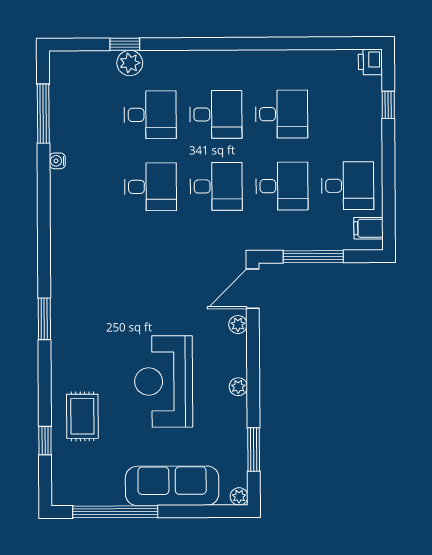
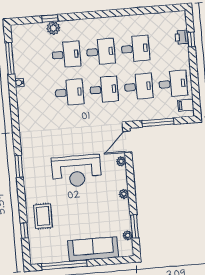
printer: (370, 62) -> (182, 37), moved
reception desk: (164, 381) -> (76, 171), moved, turned -90
plant: (239, 496) -> (127, 235), moved

